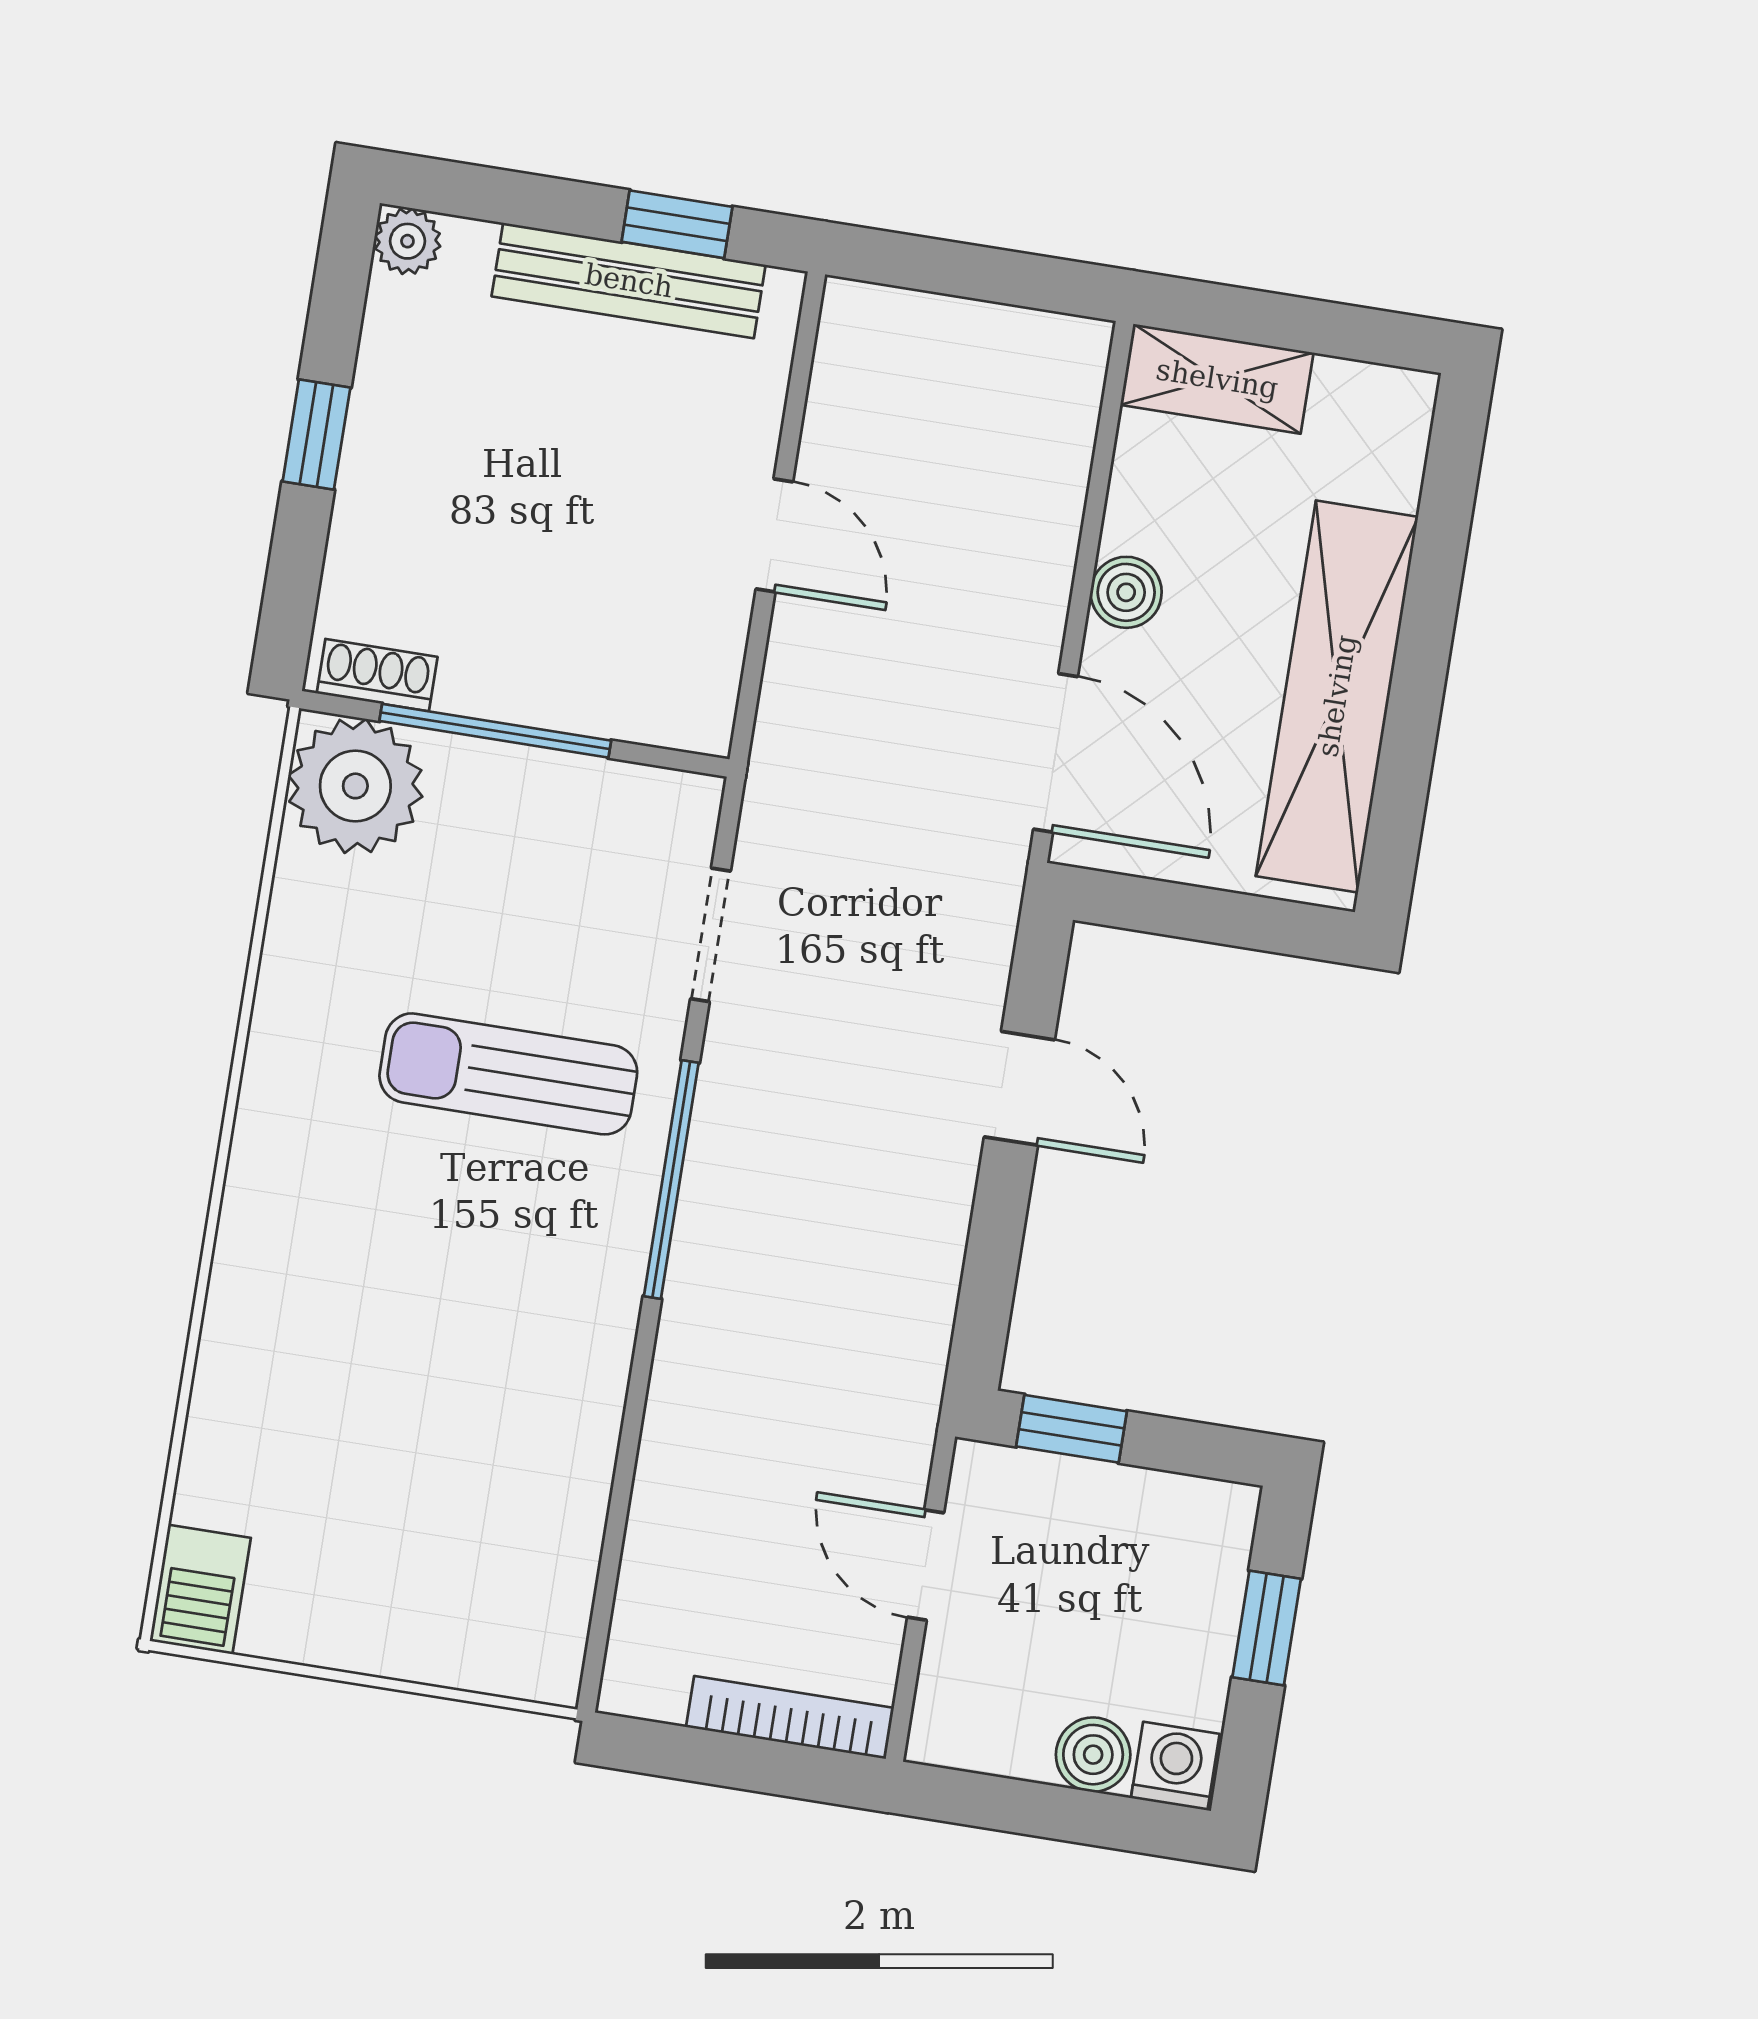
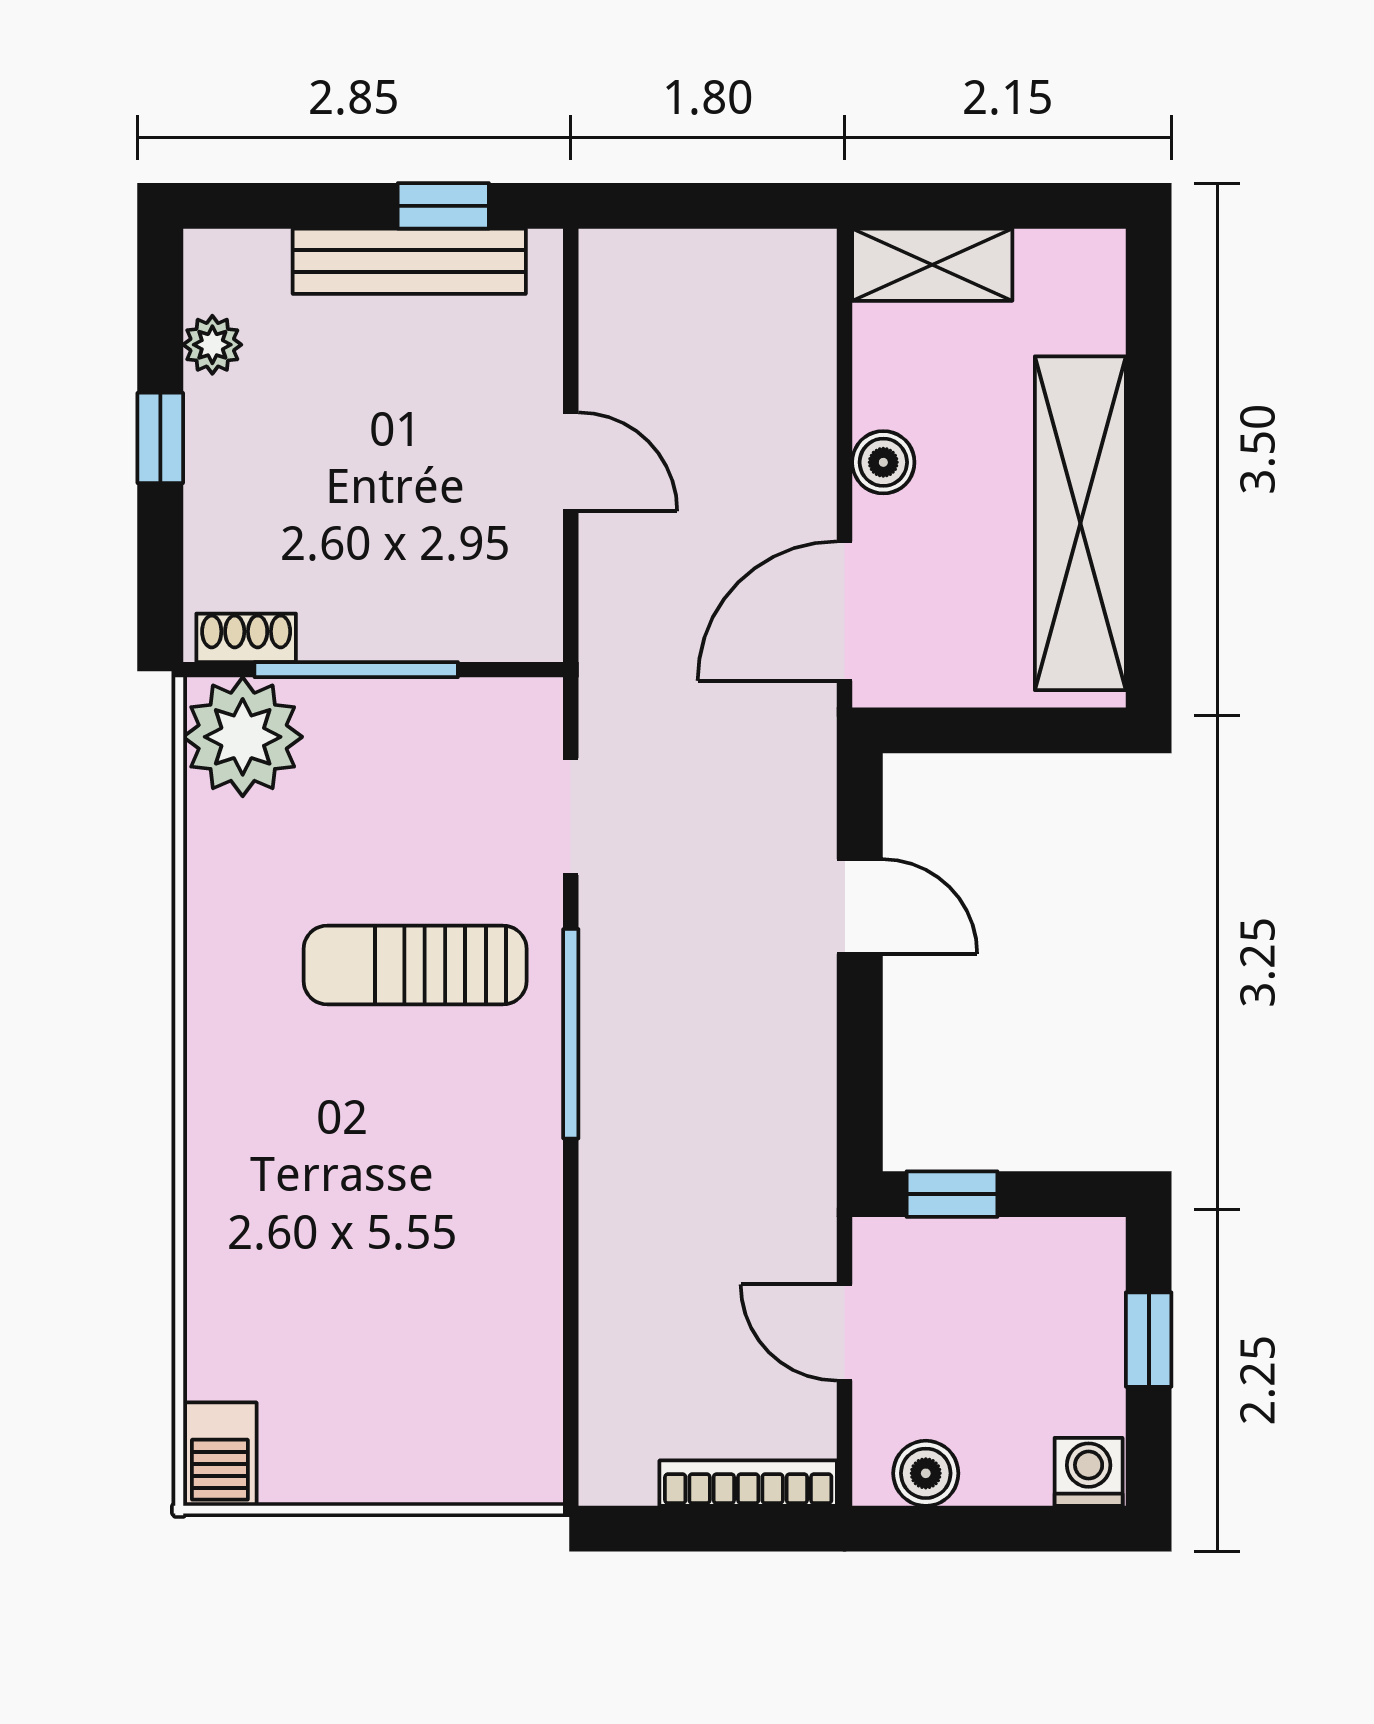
plant: (407, 241) -> (212, 345), moved
door: (1056, 753) -> (845, 611), swing flipped
boiler: (1093, 1755) -> (926, 1473), moved

